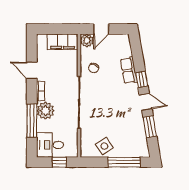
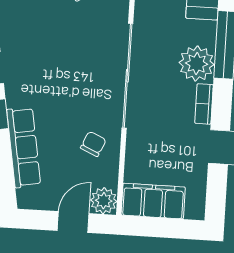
row of seats: (129, 70) -> (24, 147), width x1.48

